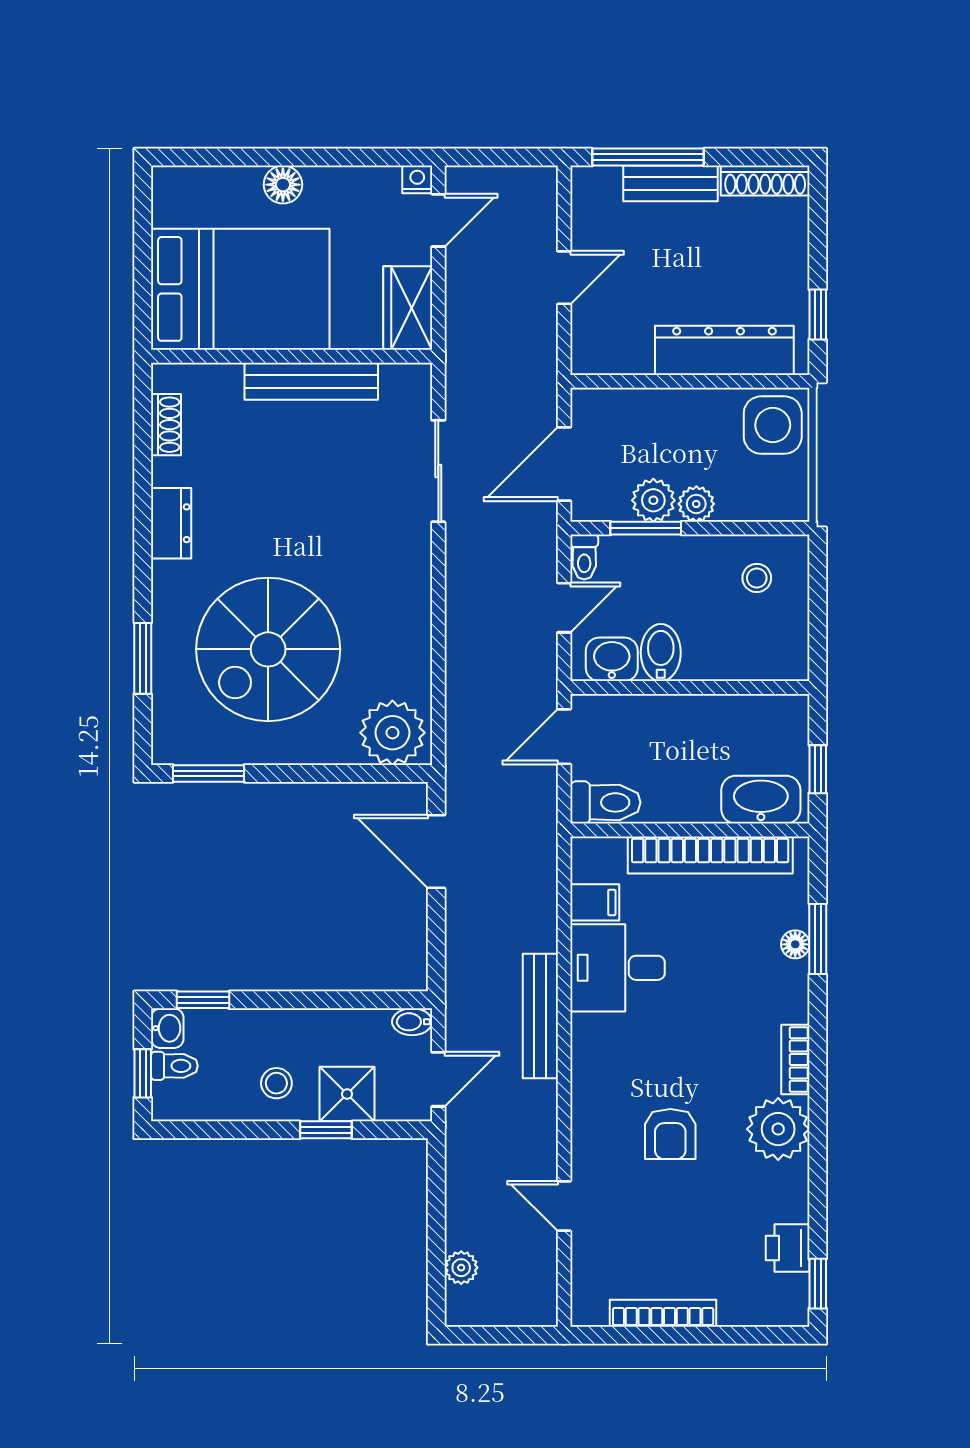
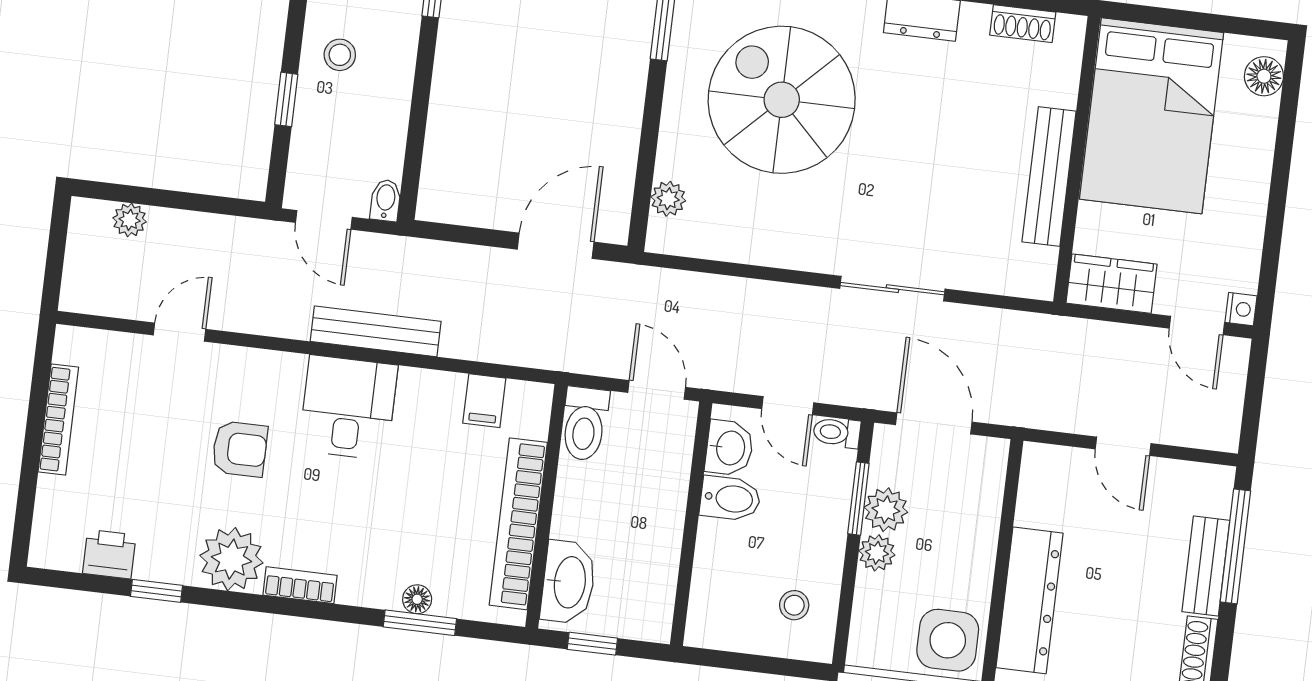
floor lamp: (283, 185) -> (1264, 76), moved
sliding door: (438, 471) -> (892, 289), moved
plant: (392, 733) -> (668, 199), width x0.53, depth x0.53
desk: (618, 968) -> (348, 408), moved
shower: (347, 1094) -> (320, 125), removed
armchair: (670, 1134) -> (240, 449), turned 180
window: (818, 1284) -> (156, 591), moved

